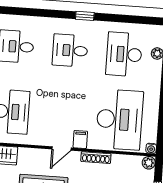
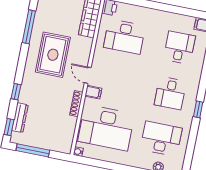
desk: (70, 50) -> (170, 93), turned 180
plant: (149, 163) -> (66, 148), removed

